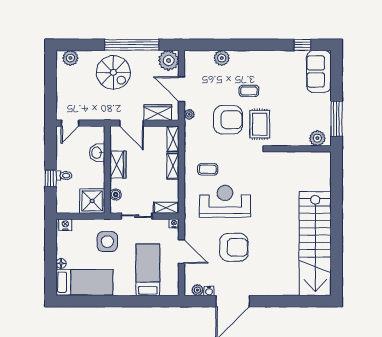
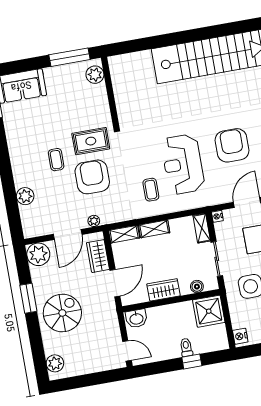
window: (132, 45) -> (28, 298), width x0.47
washbasin: (97, 153) -> (136, 318), moved

